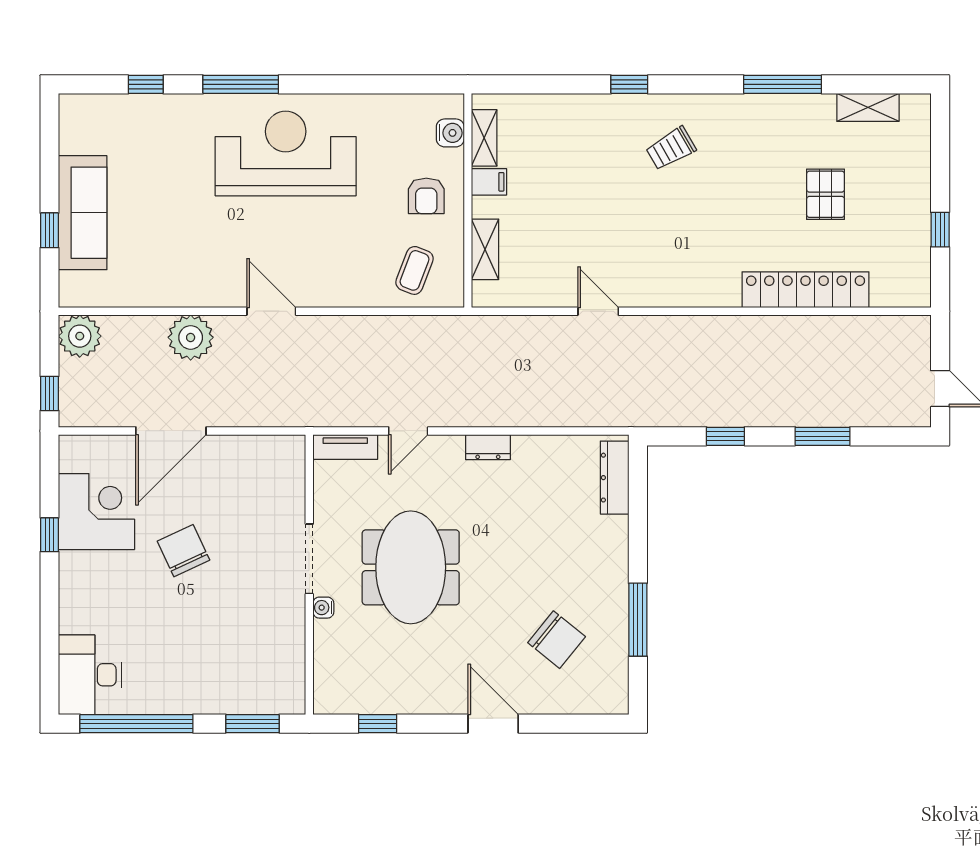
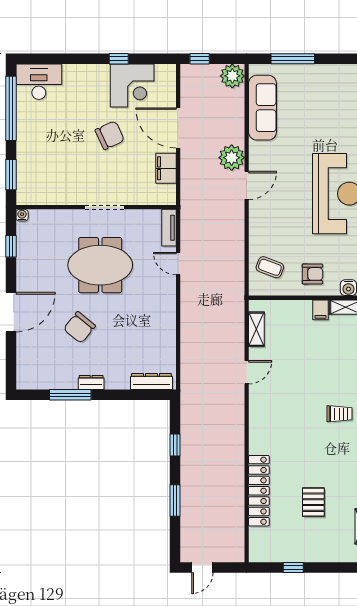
trolley: (671, 148) -> (340, 414), turned 120
pallet: (826, 194) -> (313, 502), turned 90
armchair: (426, 196) -> (312, 274), turned 180
sofa: (83, 213) -> (262, 108), moved, turned -90
window: (50, 230) -> (293, 59), width x2.17
shelving: (485, 249) -> (256, 329), moved, turned 90
plant: (191, 337) -> (232, 158), moved
dresser: (488, 447) -> (91, 383), moved, turned 90
filing cabinet: (241, 452) -> (166, 168), added
water cooler: (323, 608) -> (22, 215), moved
chair: (557, 640) -> (79, 327), moved
door: (493, 724) -> (11, 312), width x1.36

